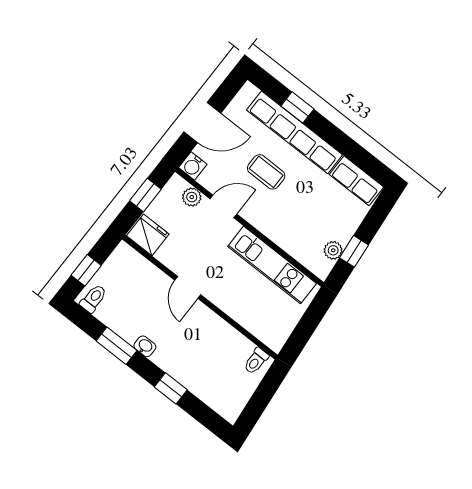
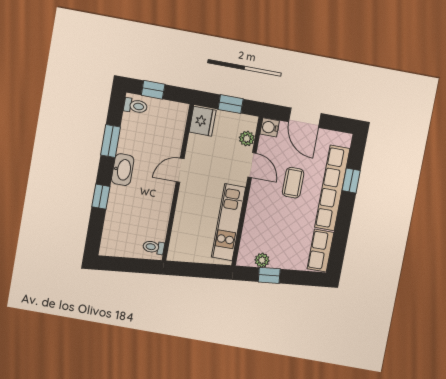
washbasin: (145, 346) -> (123, 170), width x1.91, depth x1.45

